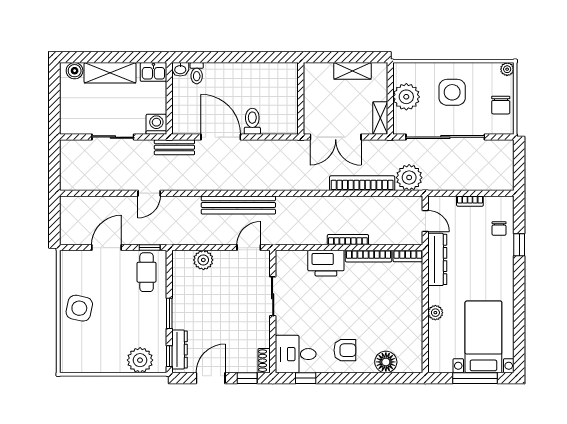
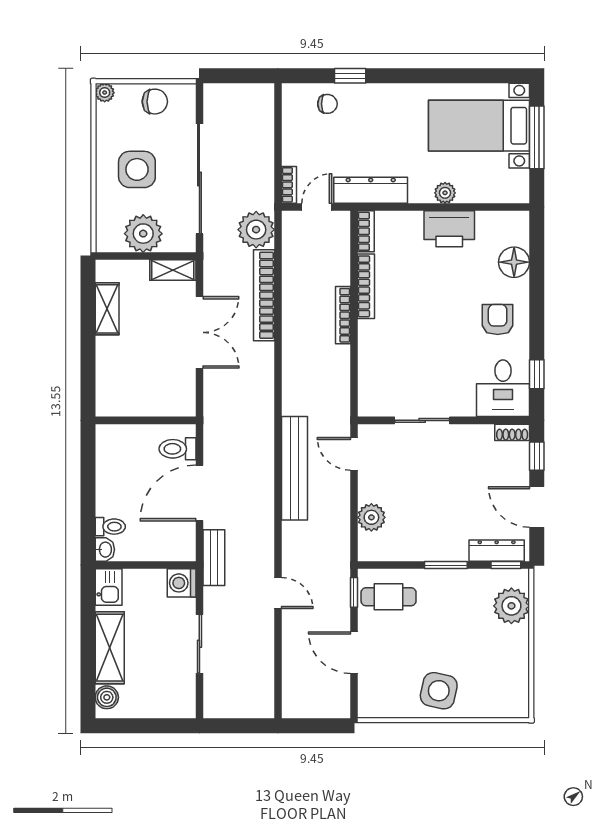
wall: (301, 98) -> (146, 420), moved
bookcase: (470, 201) -> (289, 185), moved
printer: (326, 263) -> (449, 229), moved, turned 90

